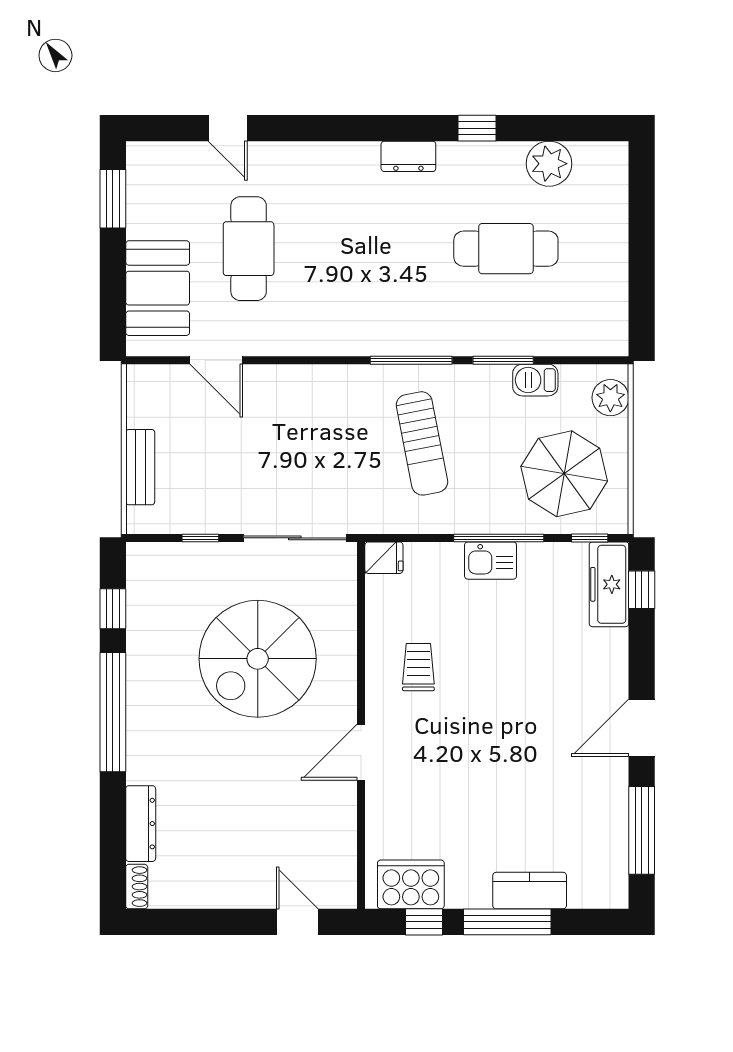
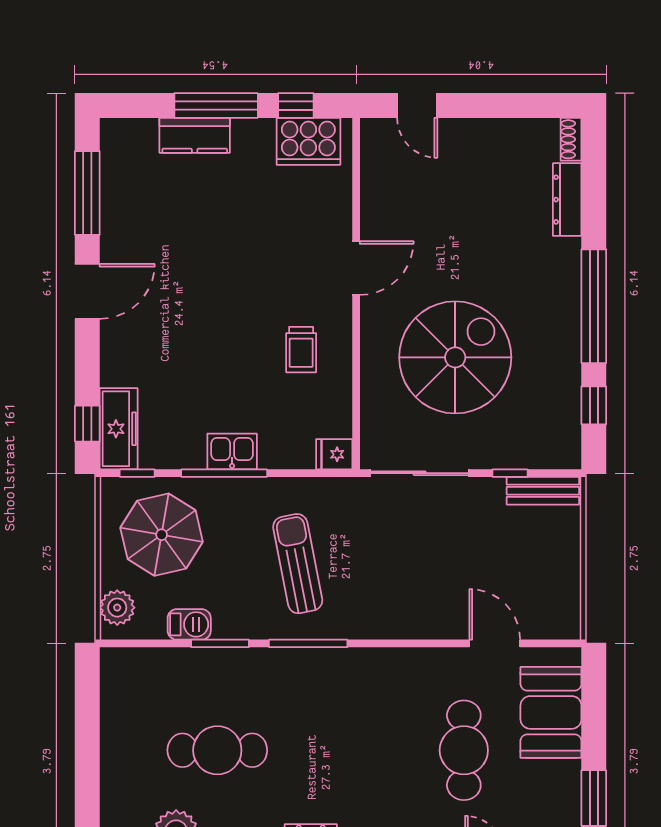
bench: (140, 467) -> (543, 491), moved, turned 90

